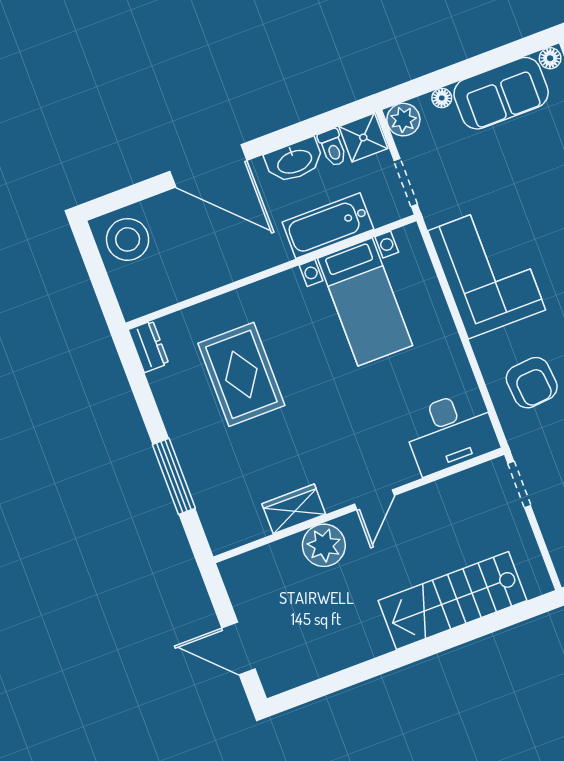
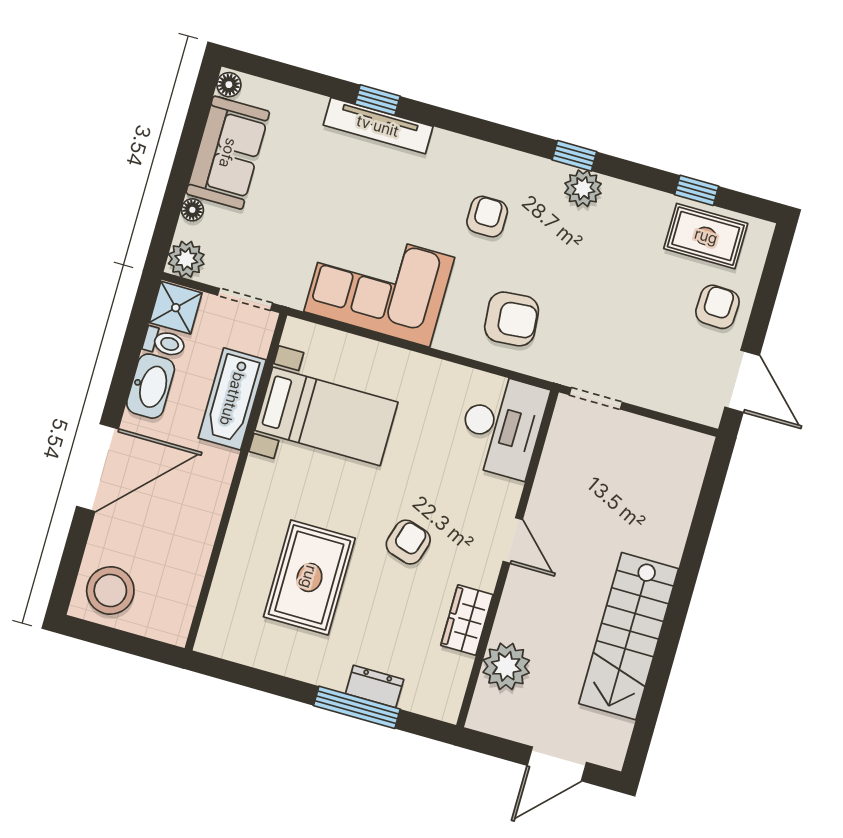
dresser: (148, 346) -> (375, 687), moved
rug: (241, 374) -> (309, 577), turned 90
armchair: (318, 426) -> (408, 542), added
plant: (324, 545) -> (506, 666), moved
stairs: (453, 600) -> (629, 636), moved

